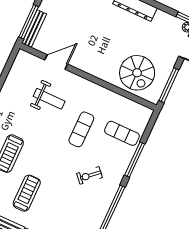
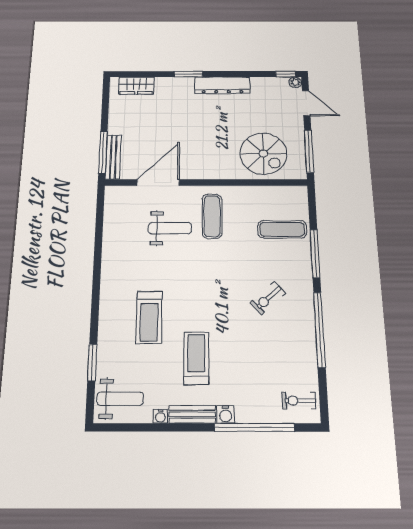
door: (56, 62) -> (158, 183), width x1.36
exercise mat: (81, 129) -> (212, 216), moved

